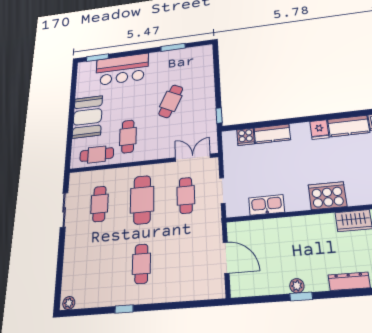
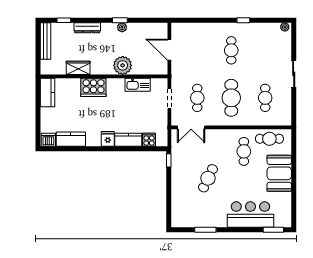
fridge: (319, 130) -> (108, 139), moved
sliding door: (64, 210) -> (294, 74), moved
plant: (290, 230) -> (123, 65), added

